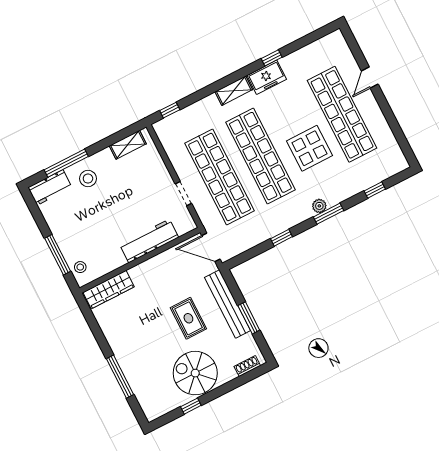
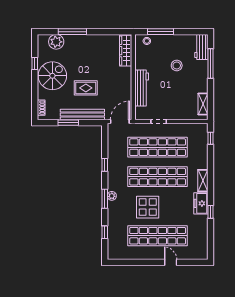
stool: (88, 179) -> (177, 65), moved
plant: (146, 392) -> (56, 42), added

